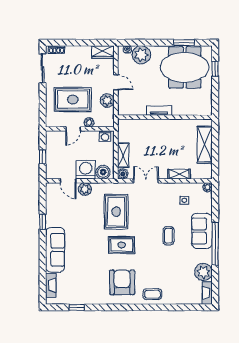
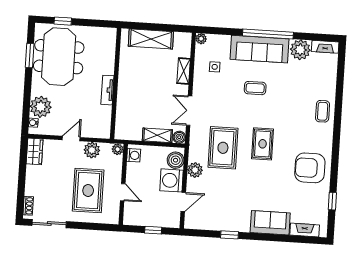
plant: (89, 122) -> (118, 149), moved
plant: (85, 189) -> (195, 170), moved
rug: (116, 212) -> (223, 148), turned 90
sofa: (202, 231) -> (259, 49), width x1.36
sofa: (55, 250) -> (270, 223), width x0.73
armchair: (122, 282) -> (310, 168), moved

